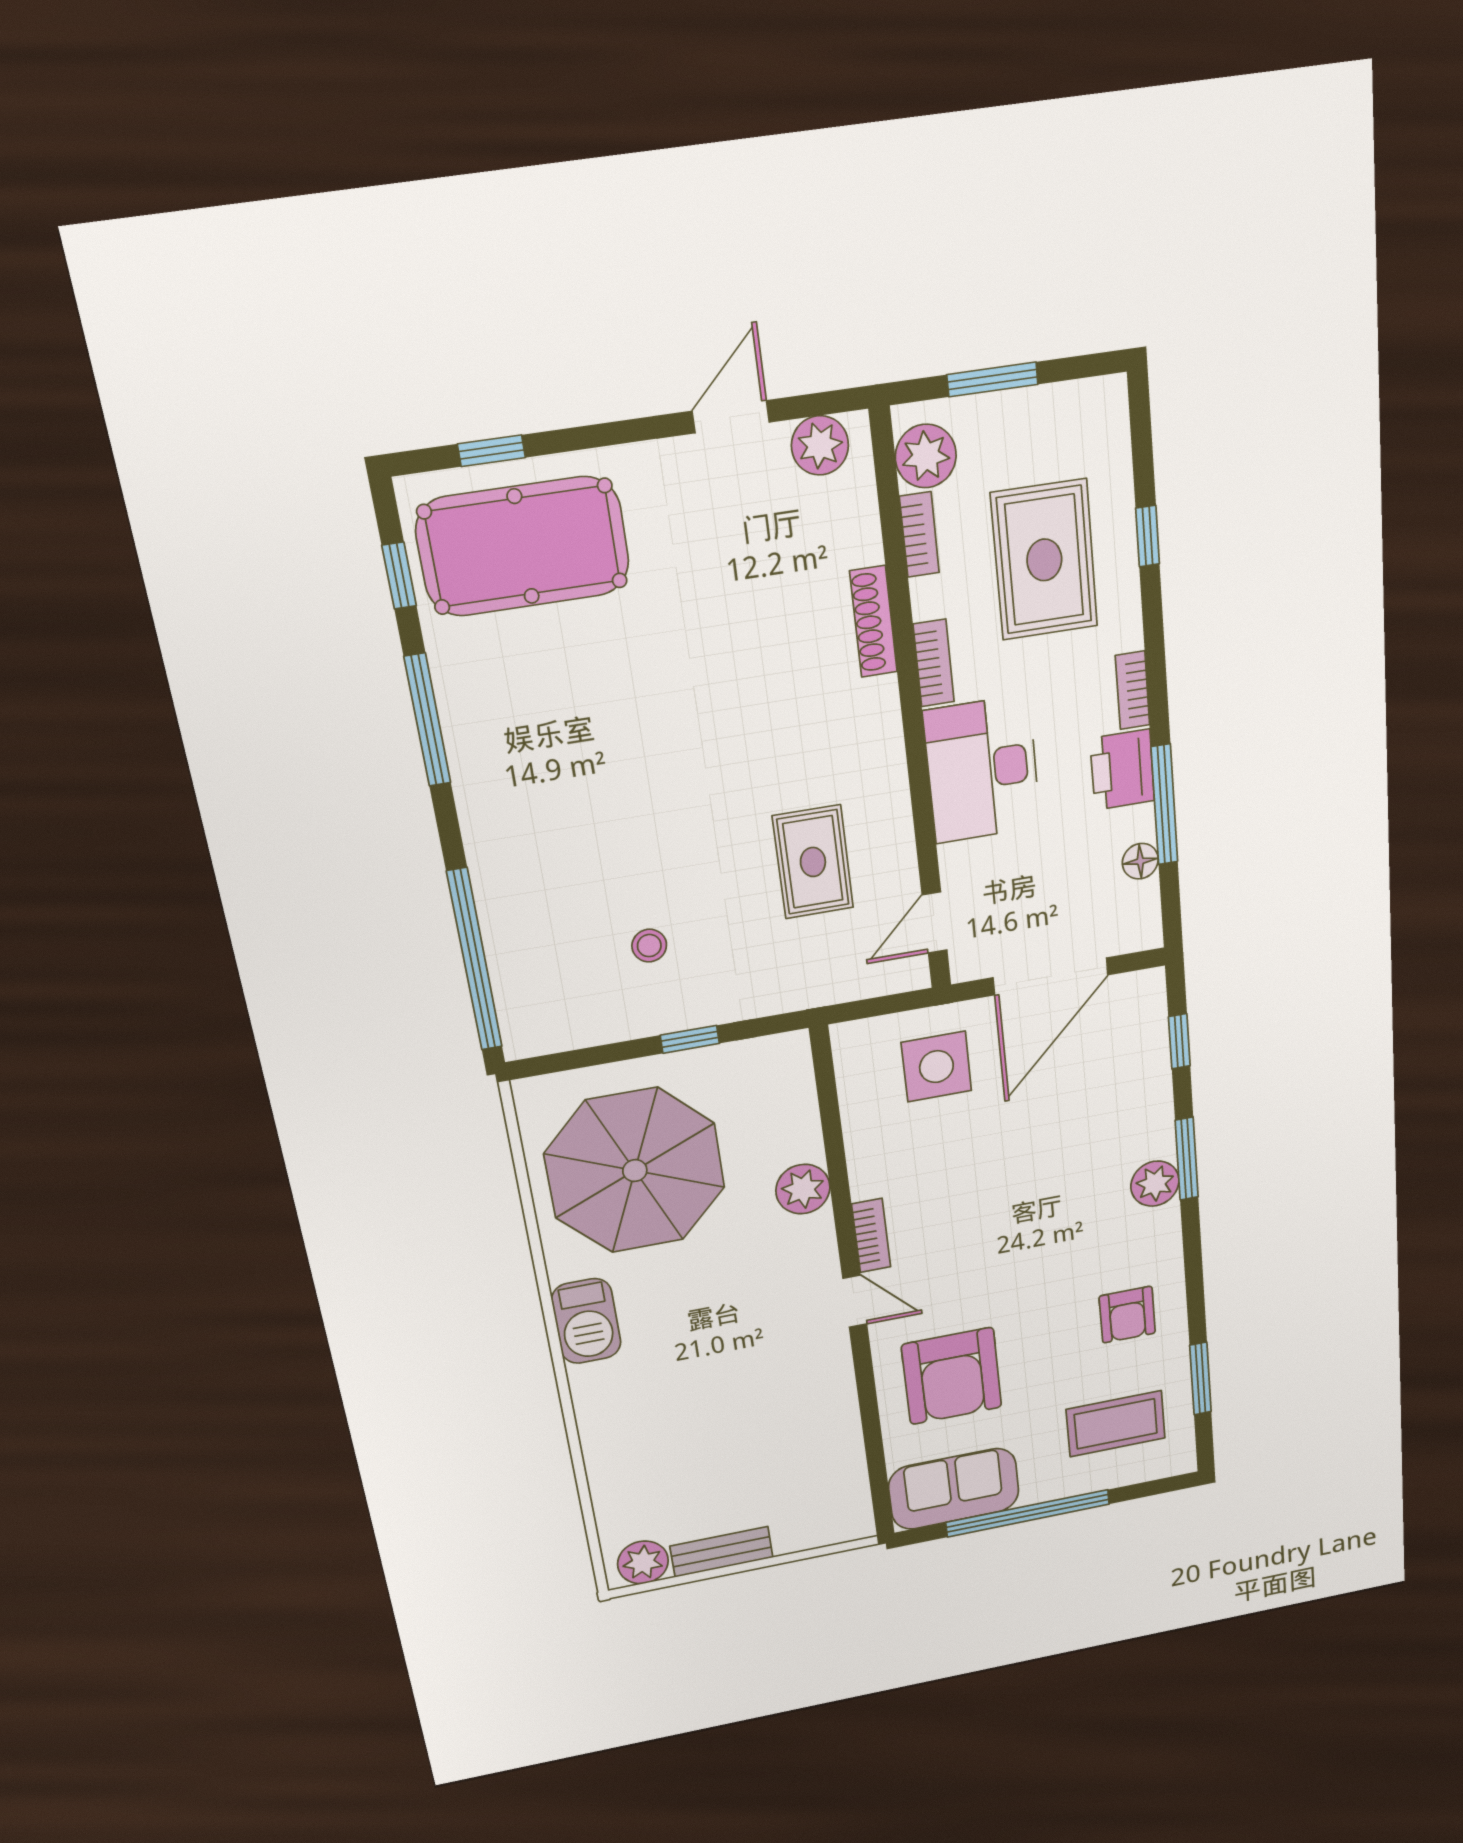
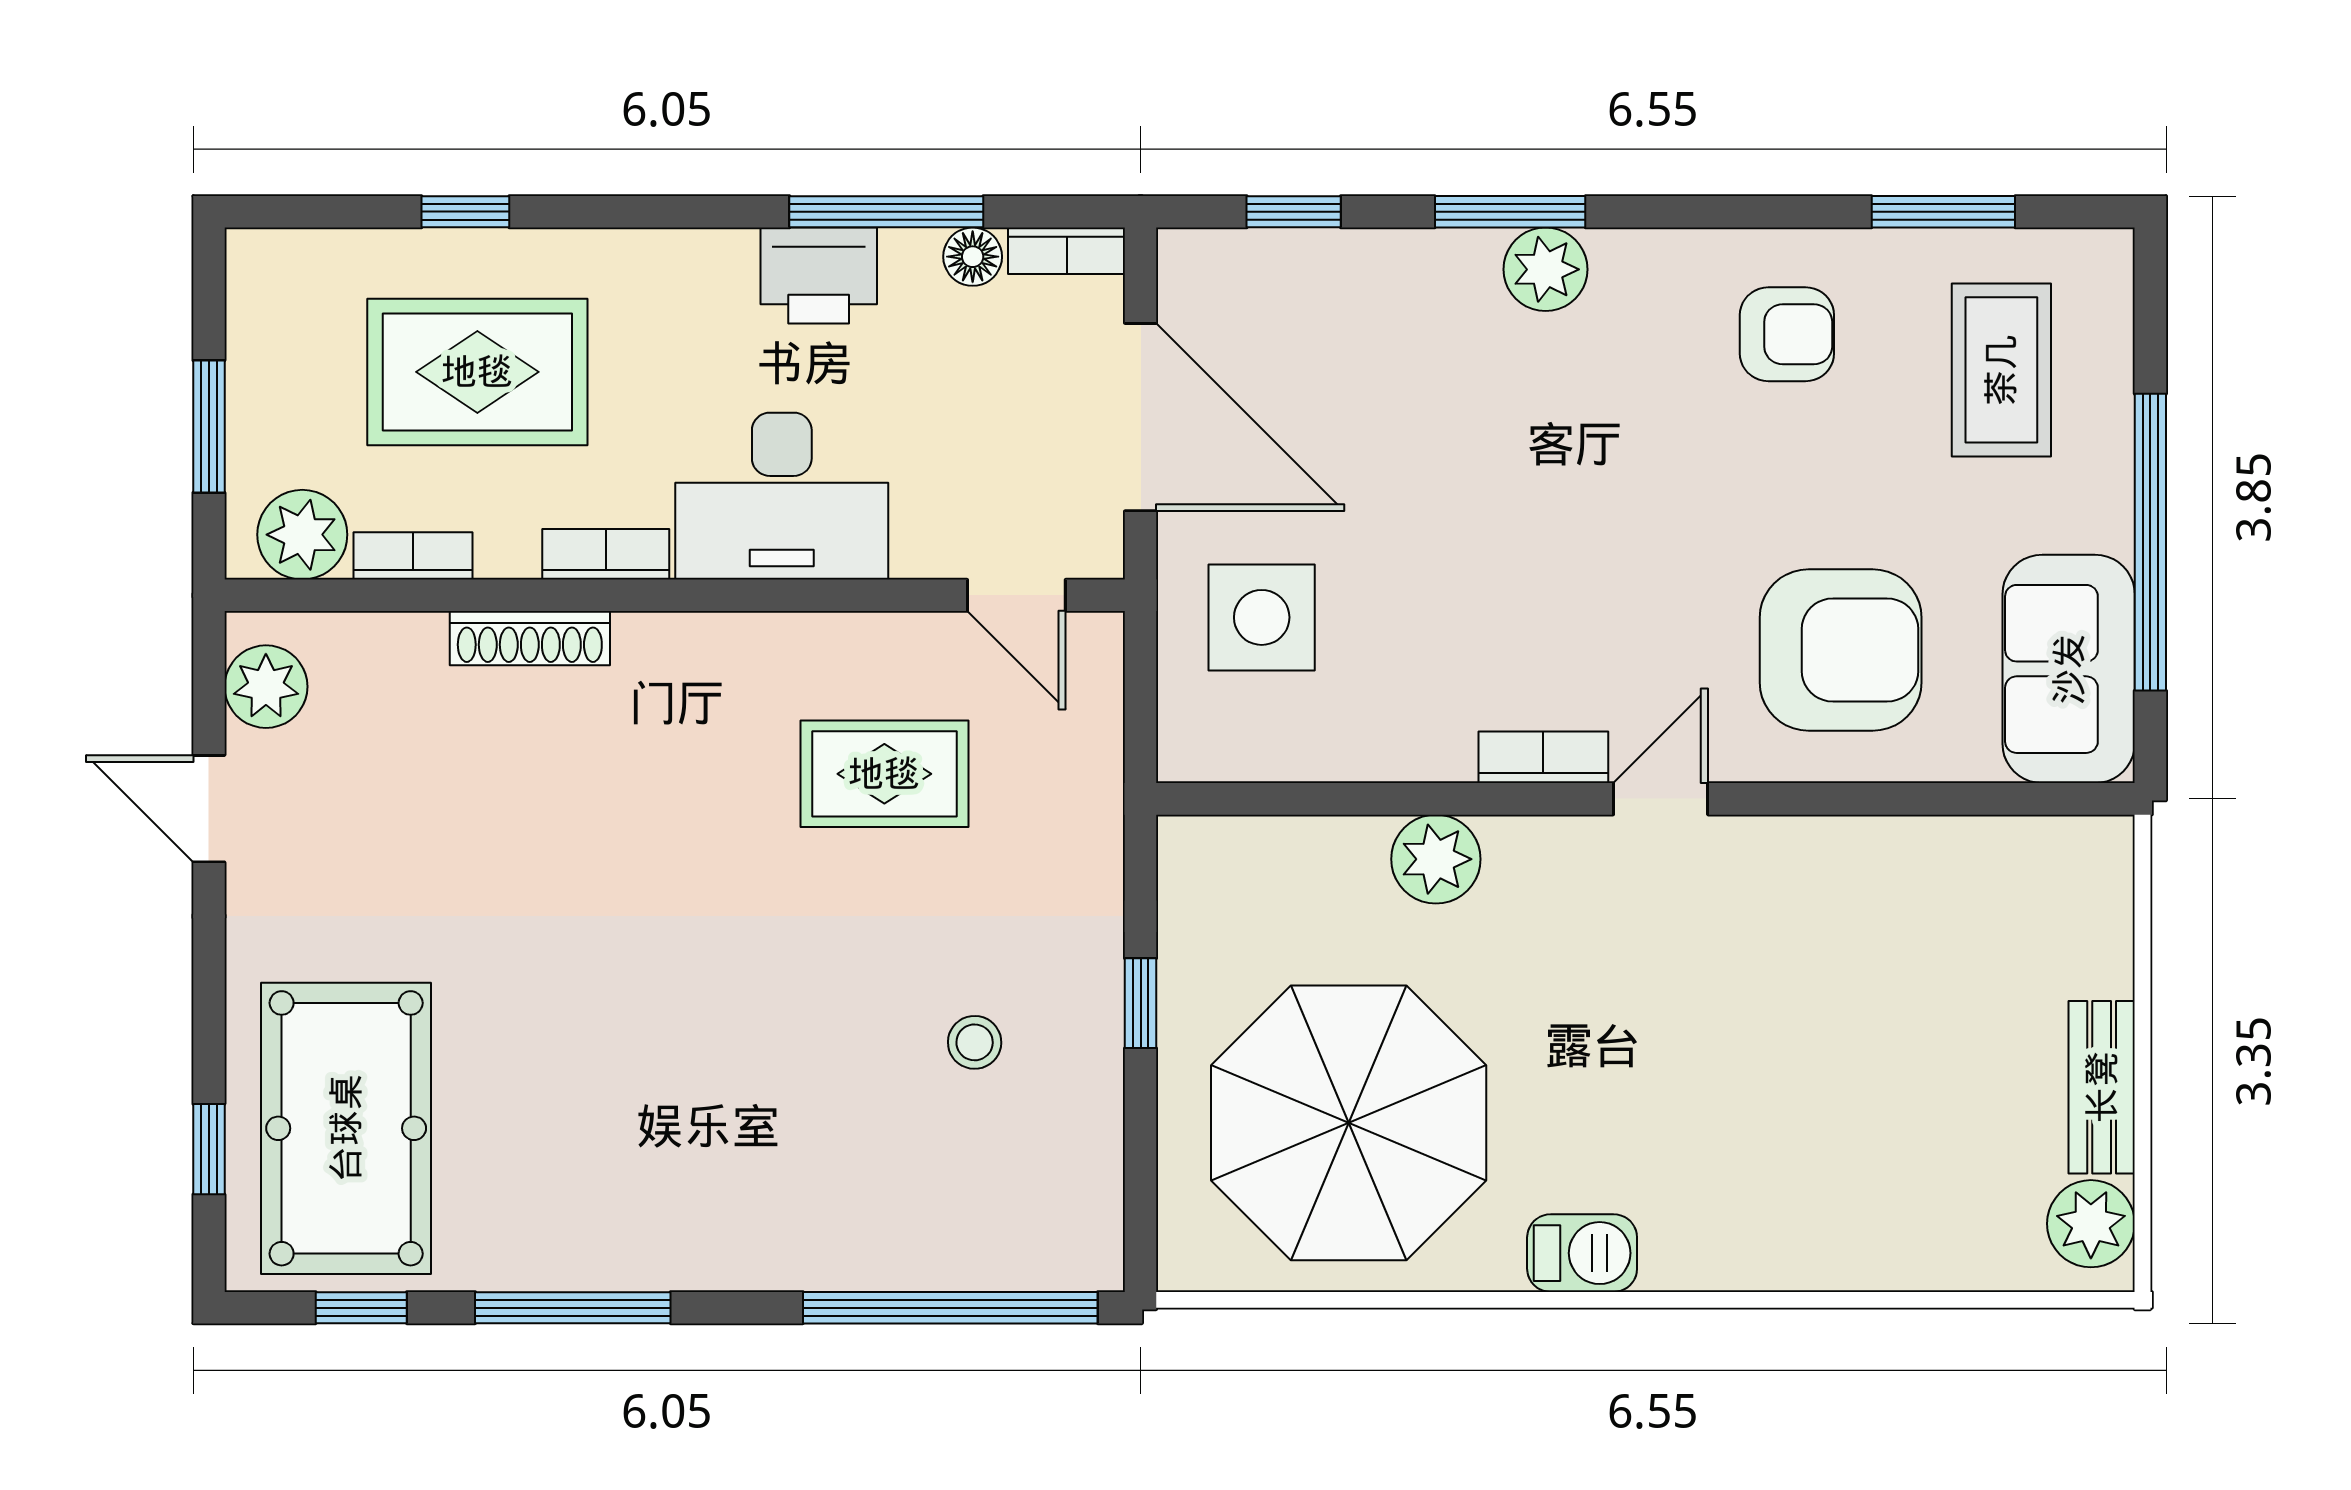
bookcase: (1133, 690) -> (1067, 251), moved
barbecue: (586, 1321) -> (1582, 1253), width x0.73, depth x0.79

